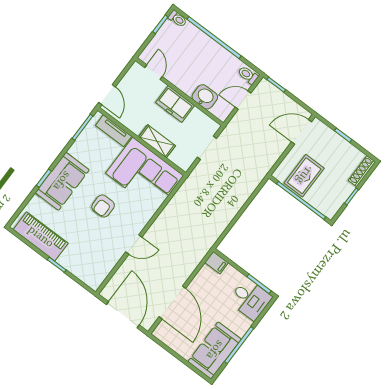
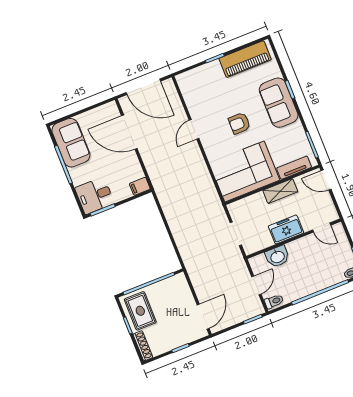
shelving: (157, 141) -> (280, 191), moved
rug: (304, 176) -> (140, 311), moved
armchair: (103, 206) -> (239, 123), turned -90

